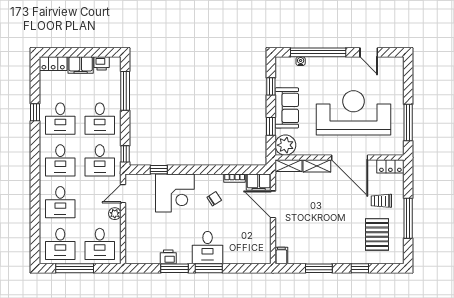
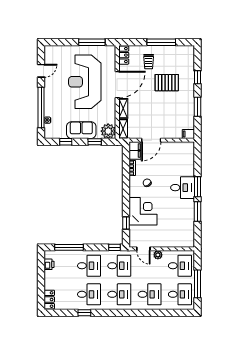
filing cabinet: (81, 65) -> (50, 280), removed
pallet: (377, 234) -> (167, 83), moved
printer: (168, 257) -> (189, 216), removed

